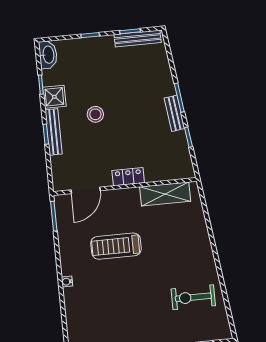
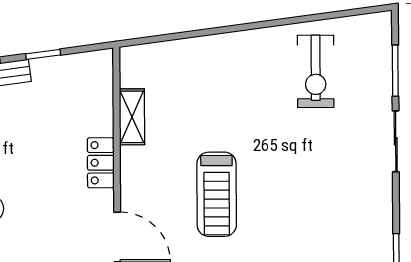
shelving: (165, 194) -> (132, 117), width x0.67, depth x0.75

